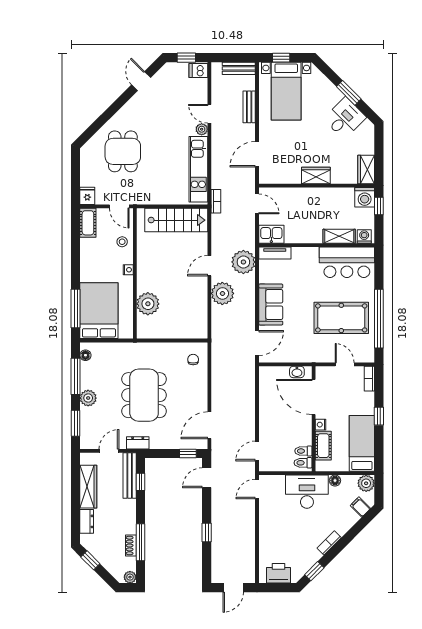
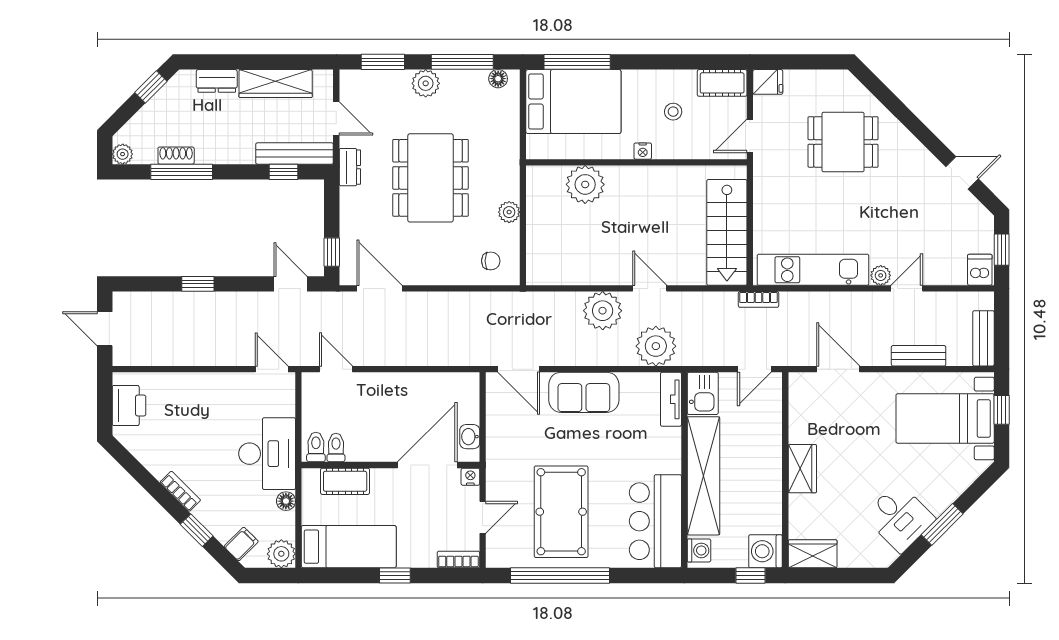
shelving: (339, 236) -> (704, 476), width x2.20, depth x1.33
stool: (122, 242) -> (673, 112), moved
plant: (164, 349) -> (509, 212), added
dining table: (144, 395) -> (431, 178), turned 90
nightstand: (321, 425) -> (470, 477), moved
window: (314, 571) -> (197, 530), moved

